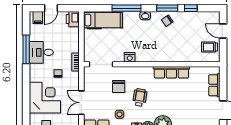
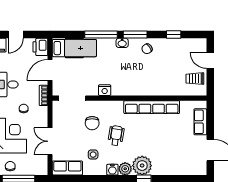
window: (167, 8) -> (135, 34), moved
door: (81, 39) -> (50, 70), added
row of seats: (171, 72) -> (152, 107), width x1.36

